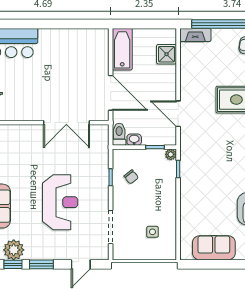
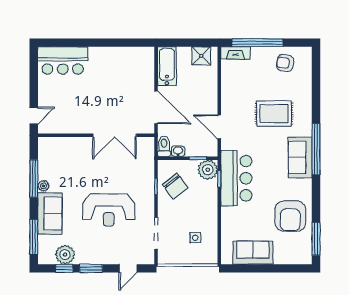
shower: (167, 54) -> (201, 56), moved
plant: (171, 154) -> (208, 170), width x1.88, depth x1.88
bar counter: (196, 168) -> (236, 178), added
chair: (131, 177) -> (175, 186), width x1.87, depth x1.87
reception desk: (60, 202) -> (109, 210), turned 90

